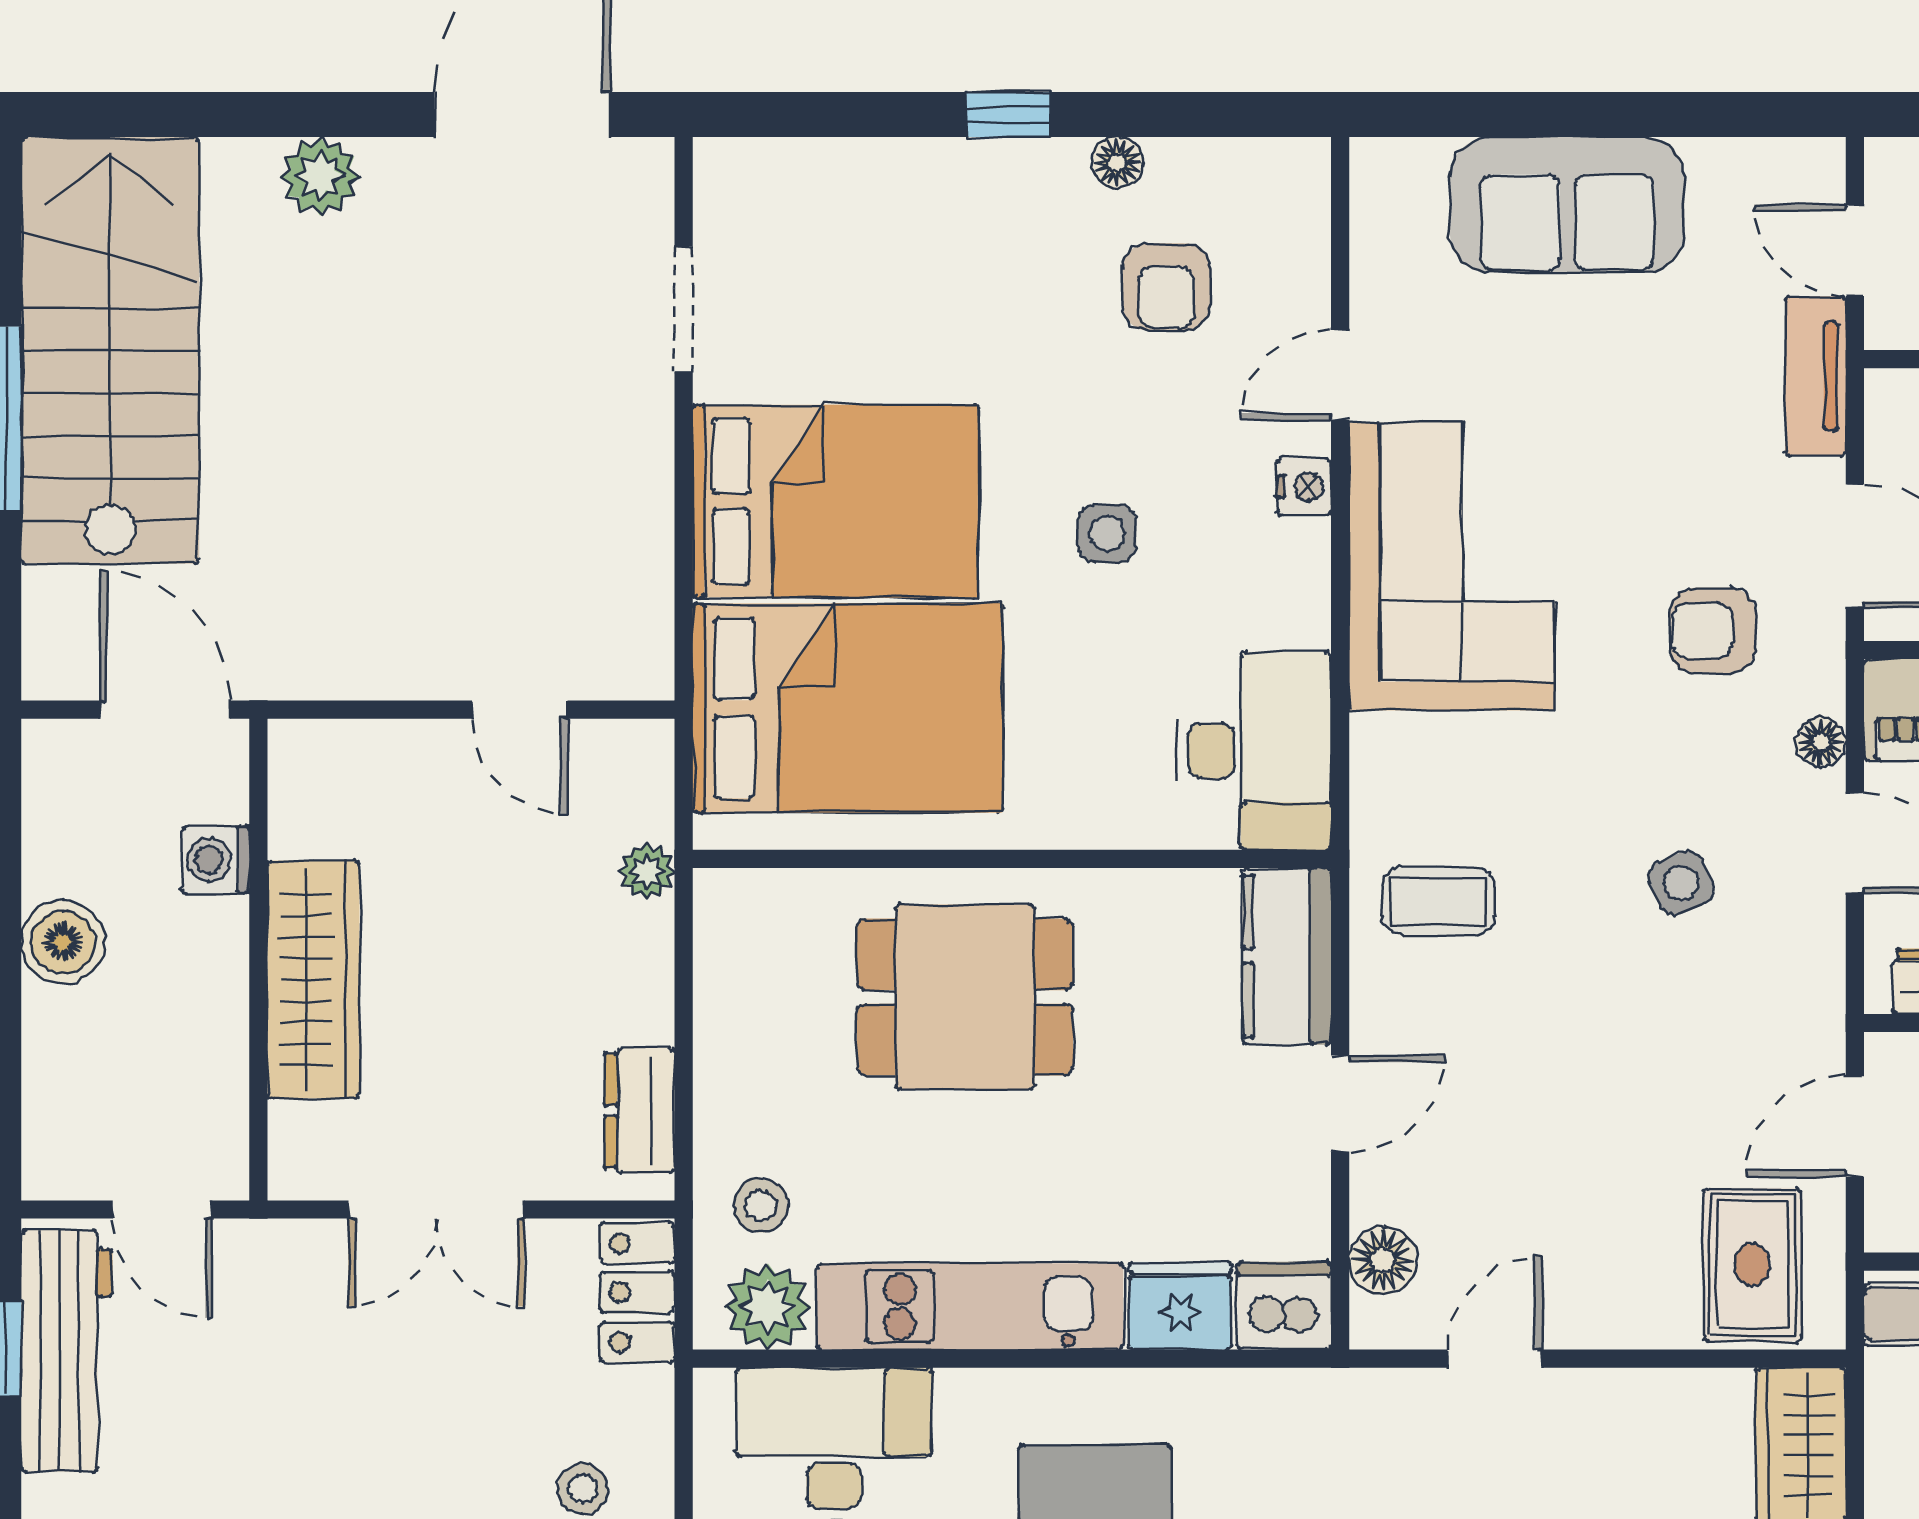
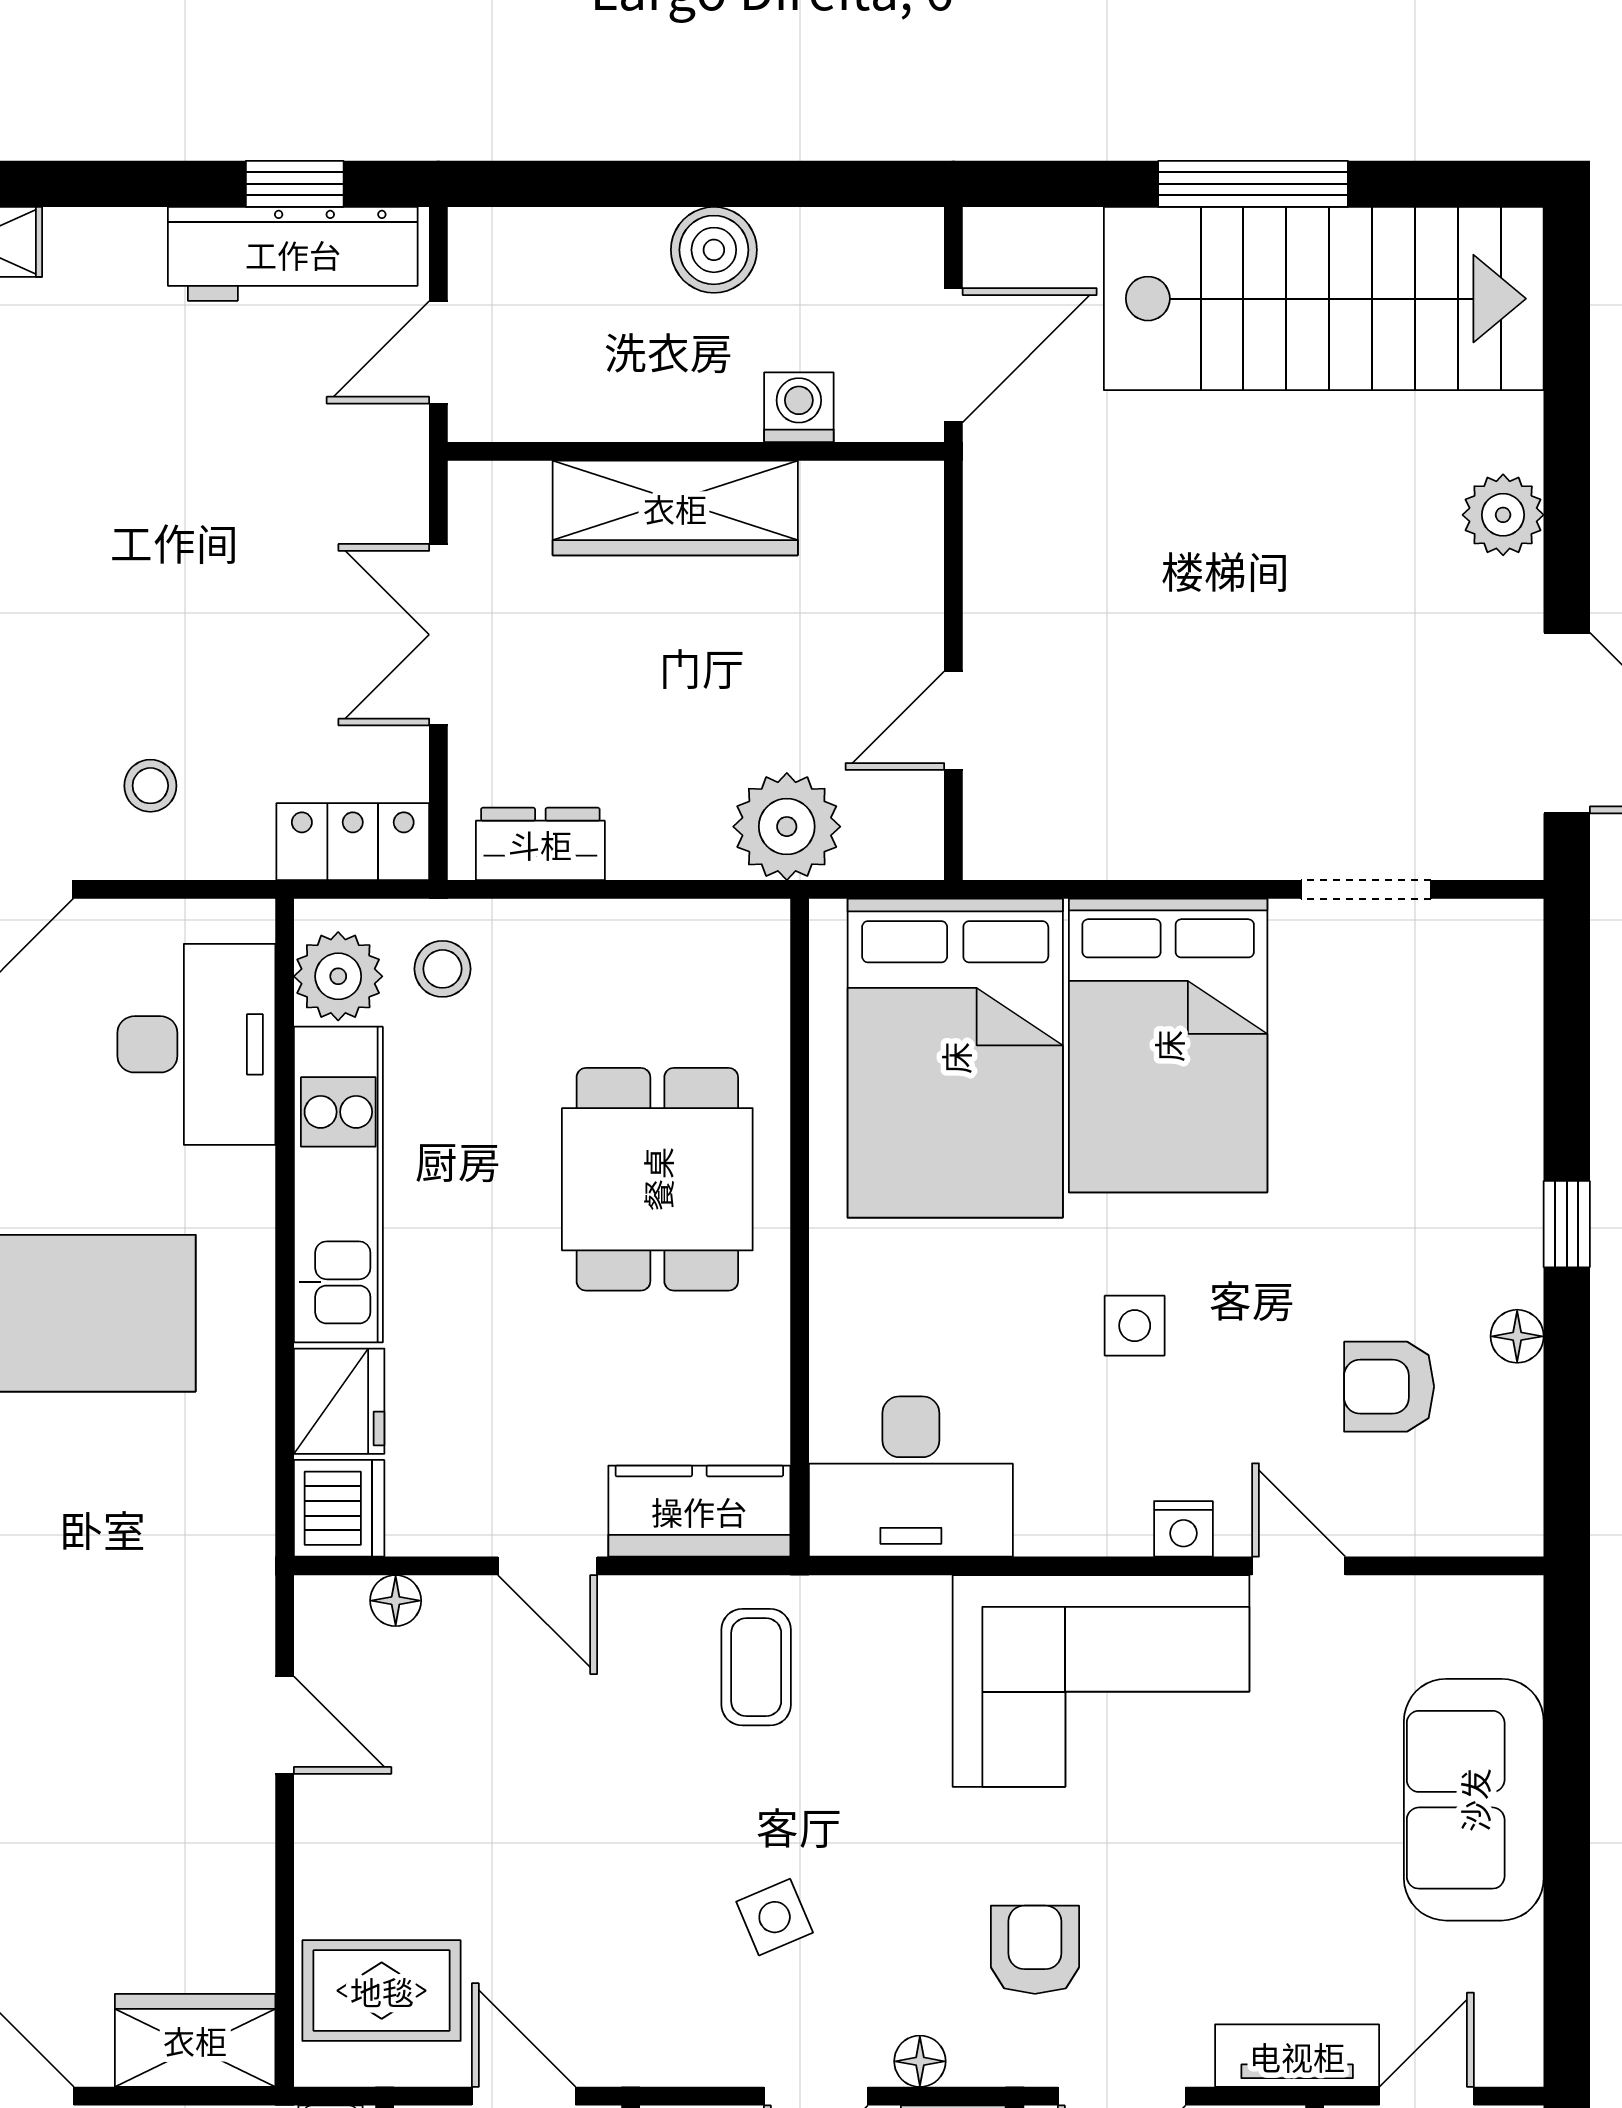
plant: (647, 871) -> (787, 827), width x1.88, depth x1.88
floor lamp: (1383, 1260) -> (396, 1601), width x0.73, depth x0.73

